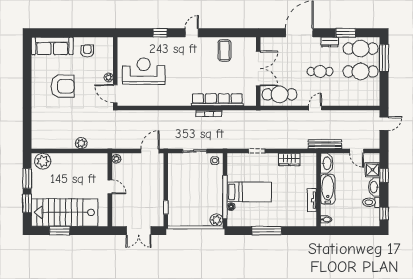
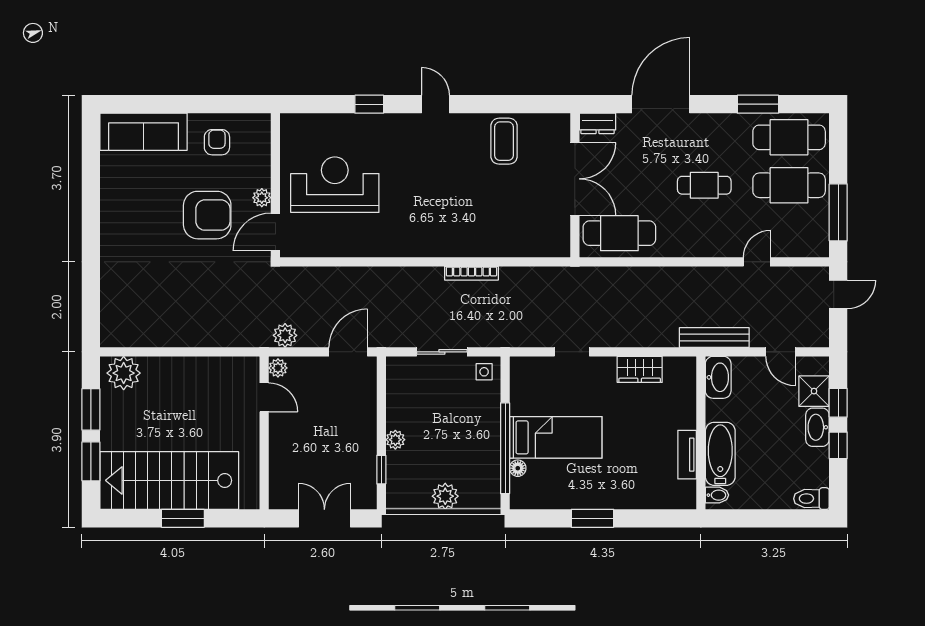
door: (192, 33) -> (435, 104), hinge flipped
dresser: (330, 42) -> (597, 123), moved
window: (384, 58) -> (838, 212), moved
armchair: (63, 86) -> (207, 215), moved
door: (115, 94) -> (275, 232), hinge flipped
row of seats: (217, 100) -> (489, 244), removed
door: (315, 108) -> (757, 262), moved
plant: (81, 143) -> (285, 335), moved
door: (110, 187) -> (264, 397), moved
bathtub: (328, 189) -> (720, 454), moved
plant: (173, 193) -> (395, 440), added
toilet: (371, 202) -> (811, 499), moved
window: (384, 213) -> (838, 445), moved
plant: (216, 220) -> (445, 496), moved
window: (60, 231) -> (183, 518), moved
double door: (139, 231) -> (324, 518), swing flipped
window: (267, 231) -> (593, 518), width x0.69

